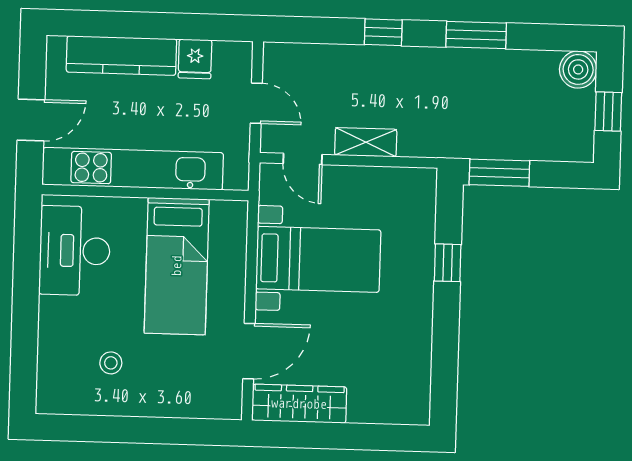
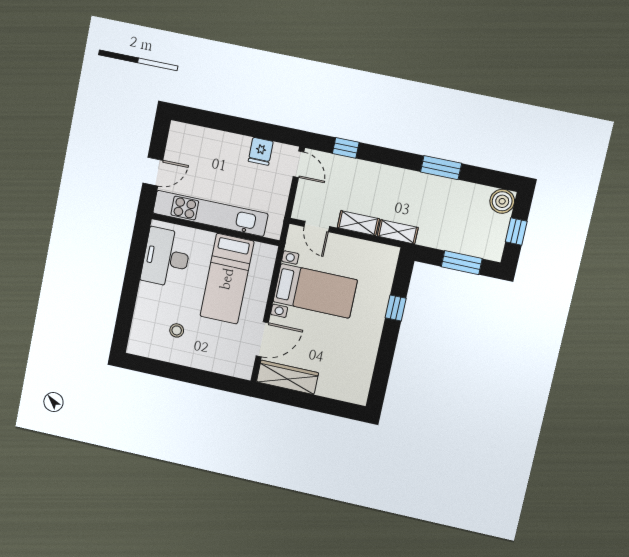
window: (383, 32) -> (346, 148), moved
kitchen counter: (121, 56) -> (215, 141), removed
door: (256, 103) -> (299, 164), moved
shelving: (429, 145) -> (398, 232), added
window: (499, 173) -> (462, 263), moved

